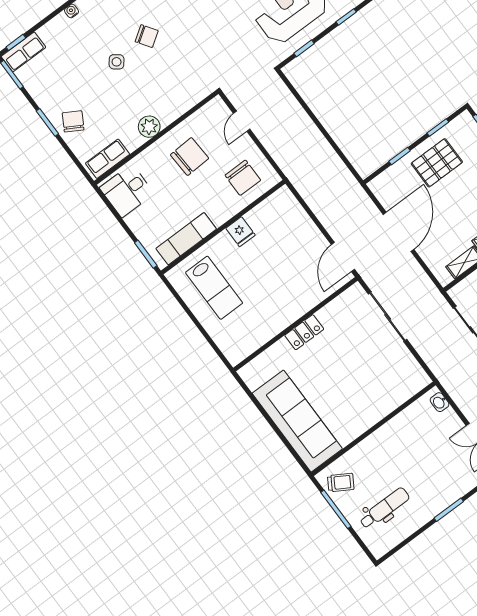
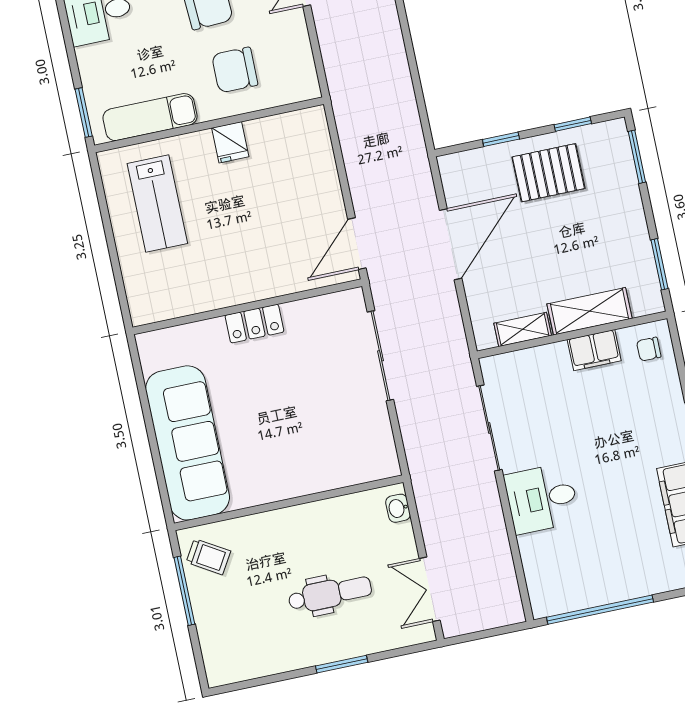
chair: (243, 178) -> (235, 70), moved, turned 90
dental chair: (384, 508) -> (330, 594), moved

